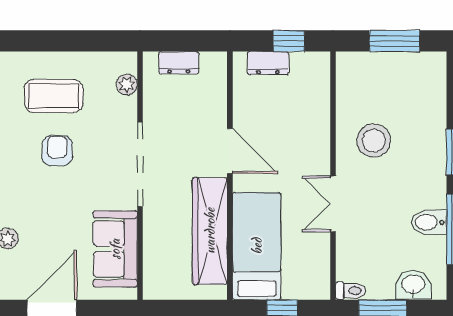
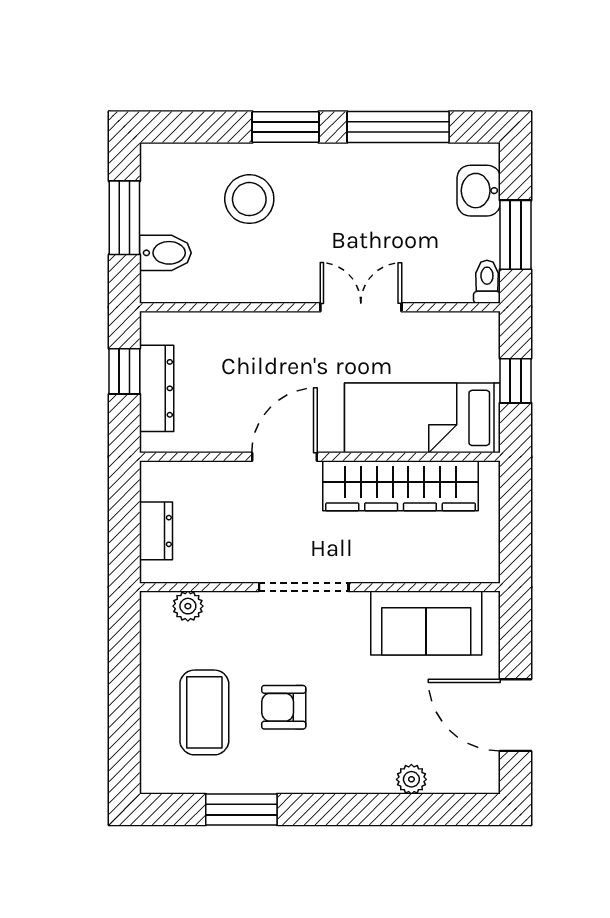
dresser: (268, 63) -> (157, 388), width x1.44
stool: (374, 141) -> (249, 199), moved
doorway: (140, 164) -> (304, 587), width x0.73
double door: (333, 204) -> (361, 307), swing flipped
bidet: (429, 222) -> (165, 253), moved, turned -90

